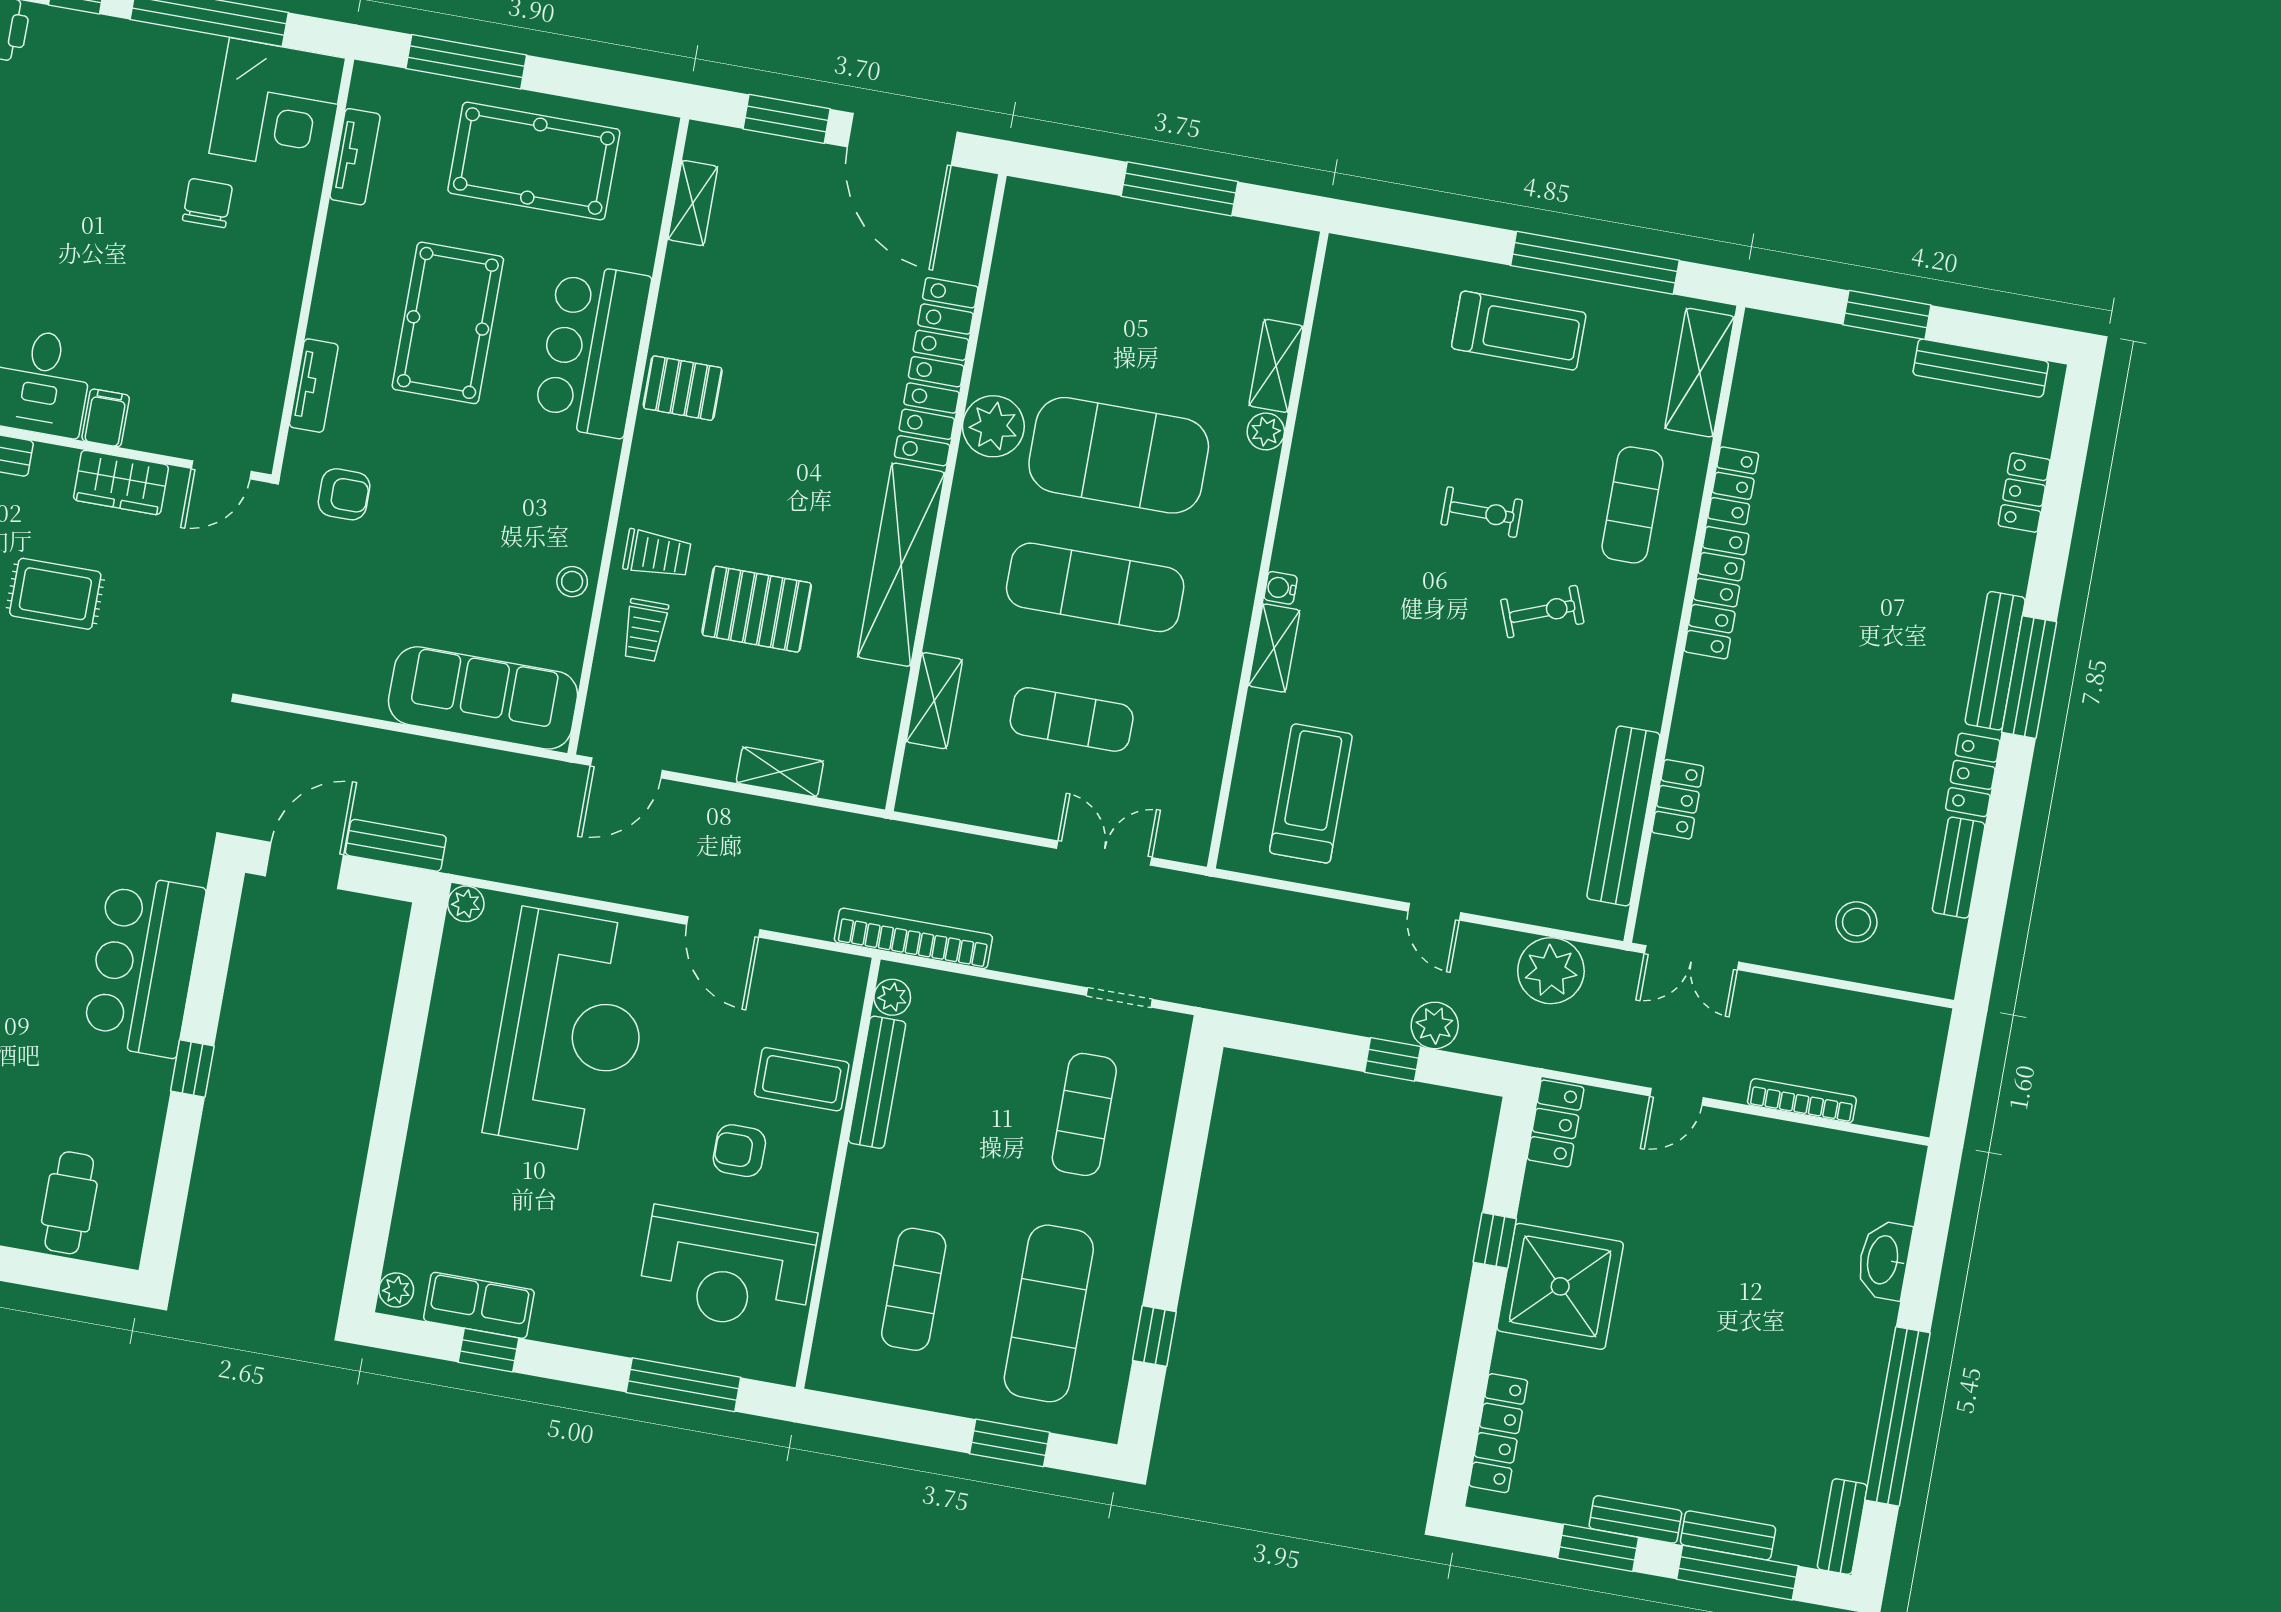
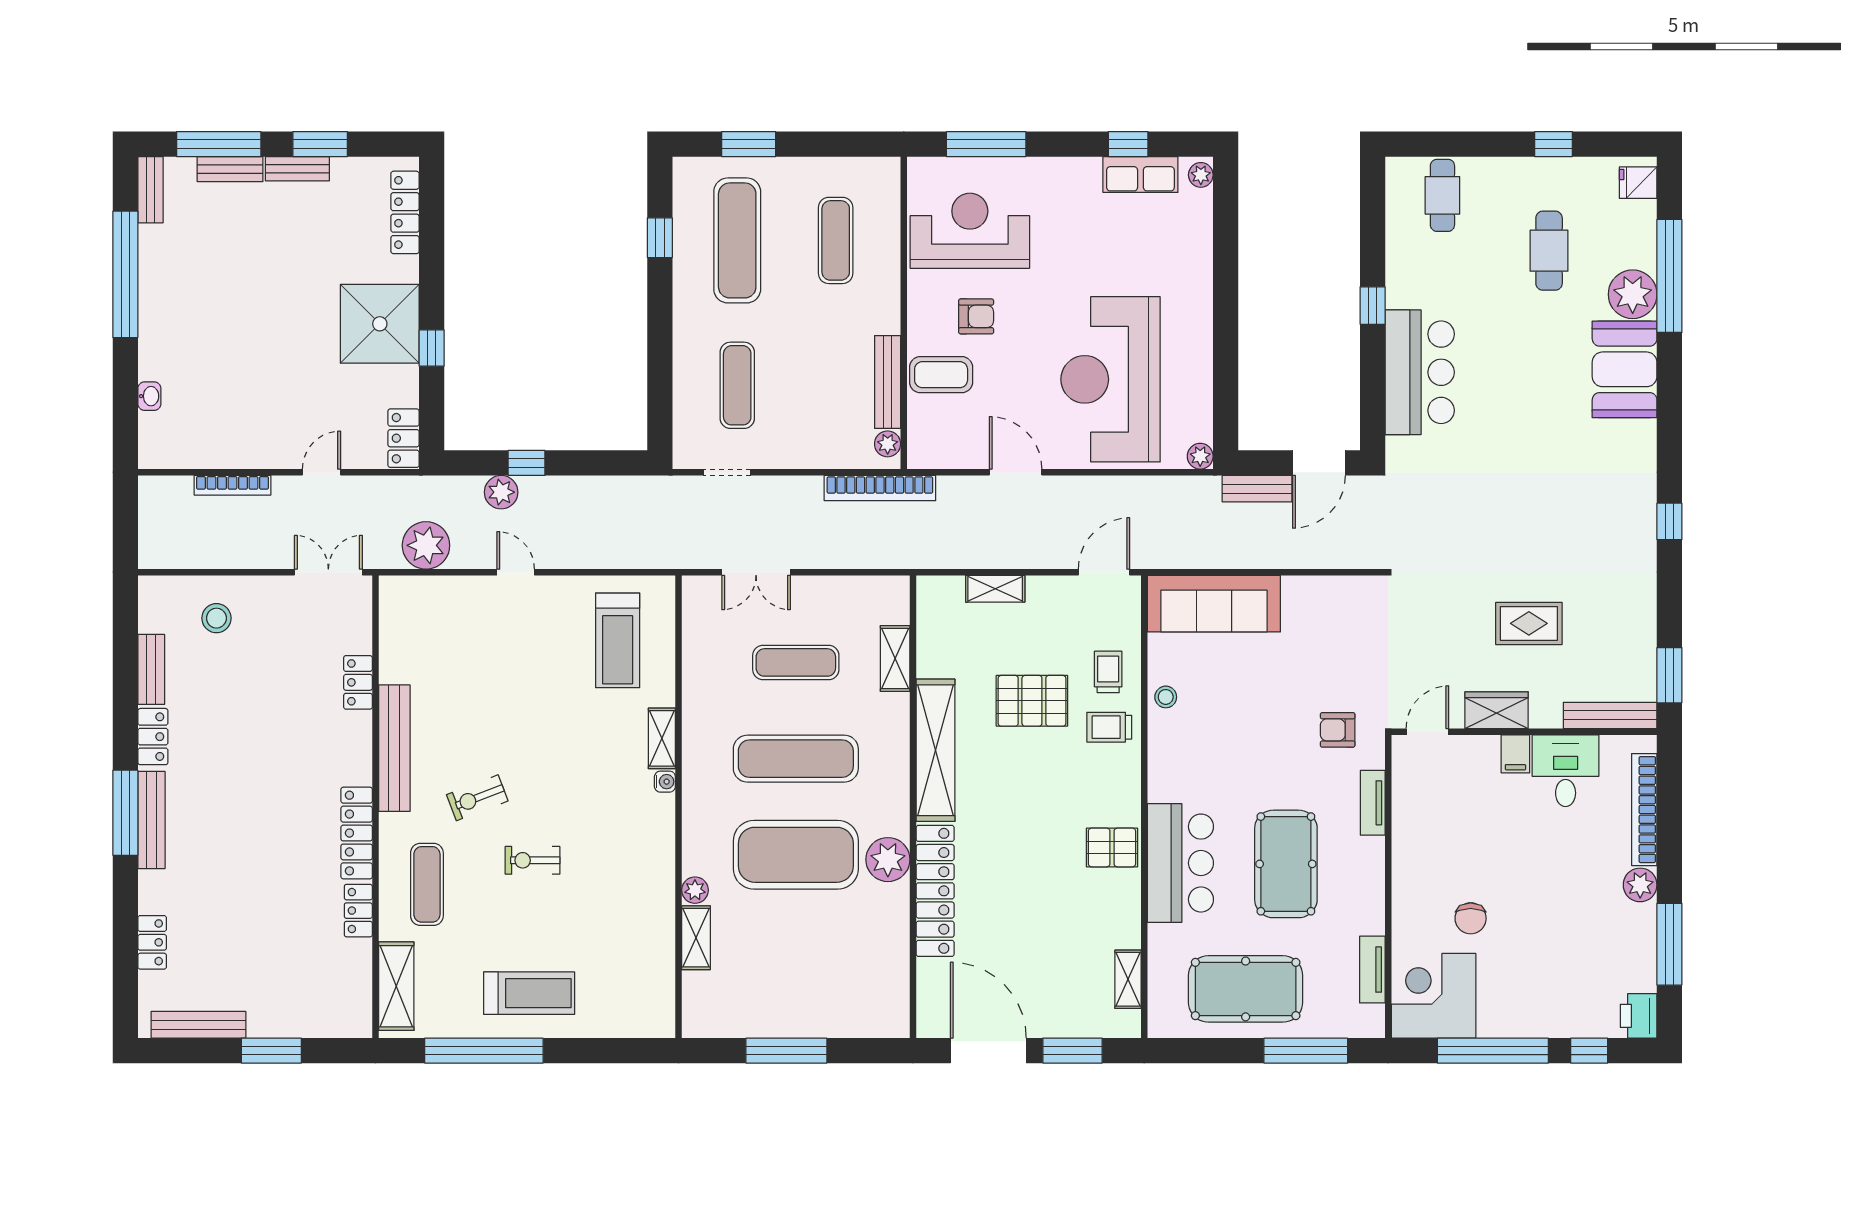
treadmill: (1519, 331) -> (529, 993), turned 180
bench: (1623, 816) -> (394, 748), moved
washbasin: (1884, 1260) -> (149, 396), width x0.52, depth x0.69

